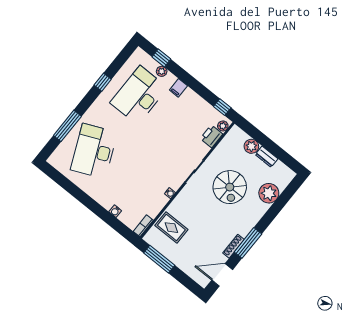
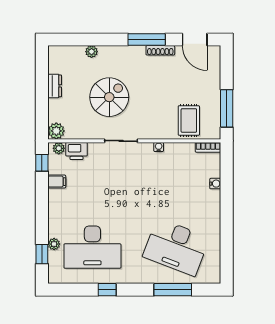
filing cabinet: (178, 88) -> (57, 182), moved
plant: (251, 146) -> (56, 131), moved
desk: (94, 151) -> (176, 247), turned 45
plant: (269, 193) -> (92, 52), width x0.53, depth x0.53

